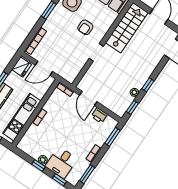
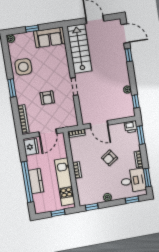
armchair: (85, 27) -> (47, 98), moved
window: (148, 85) -> (129, 55), moved
printer: (99, 115) -> (131, 127), moved
armchair: (72, 131) -> (110, 158), added
desk: (61, 163) -> (133, 181), moved, turned -90
window: (38, 165) -> (92, 207), moved

